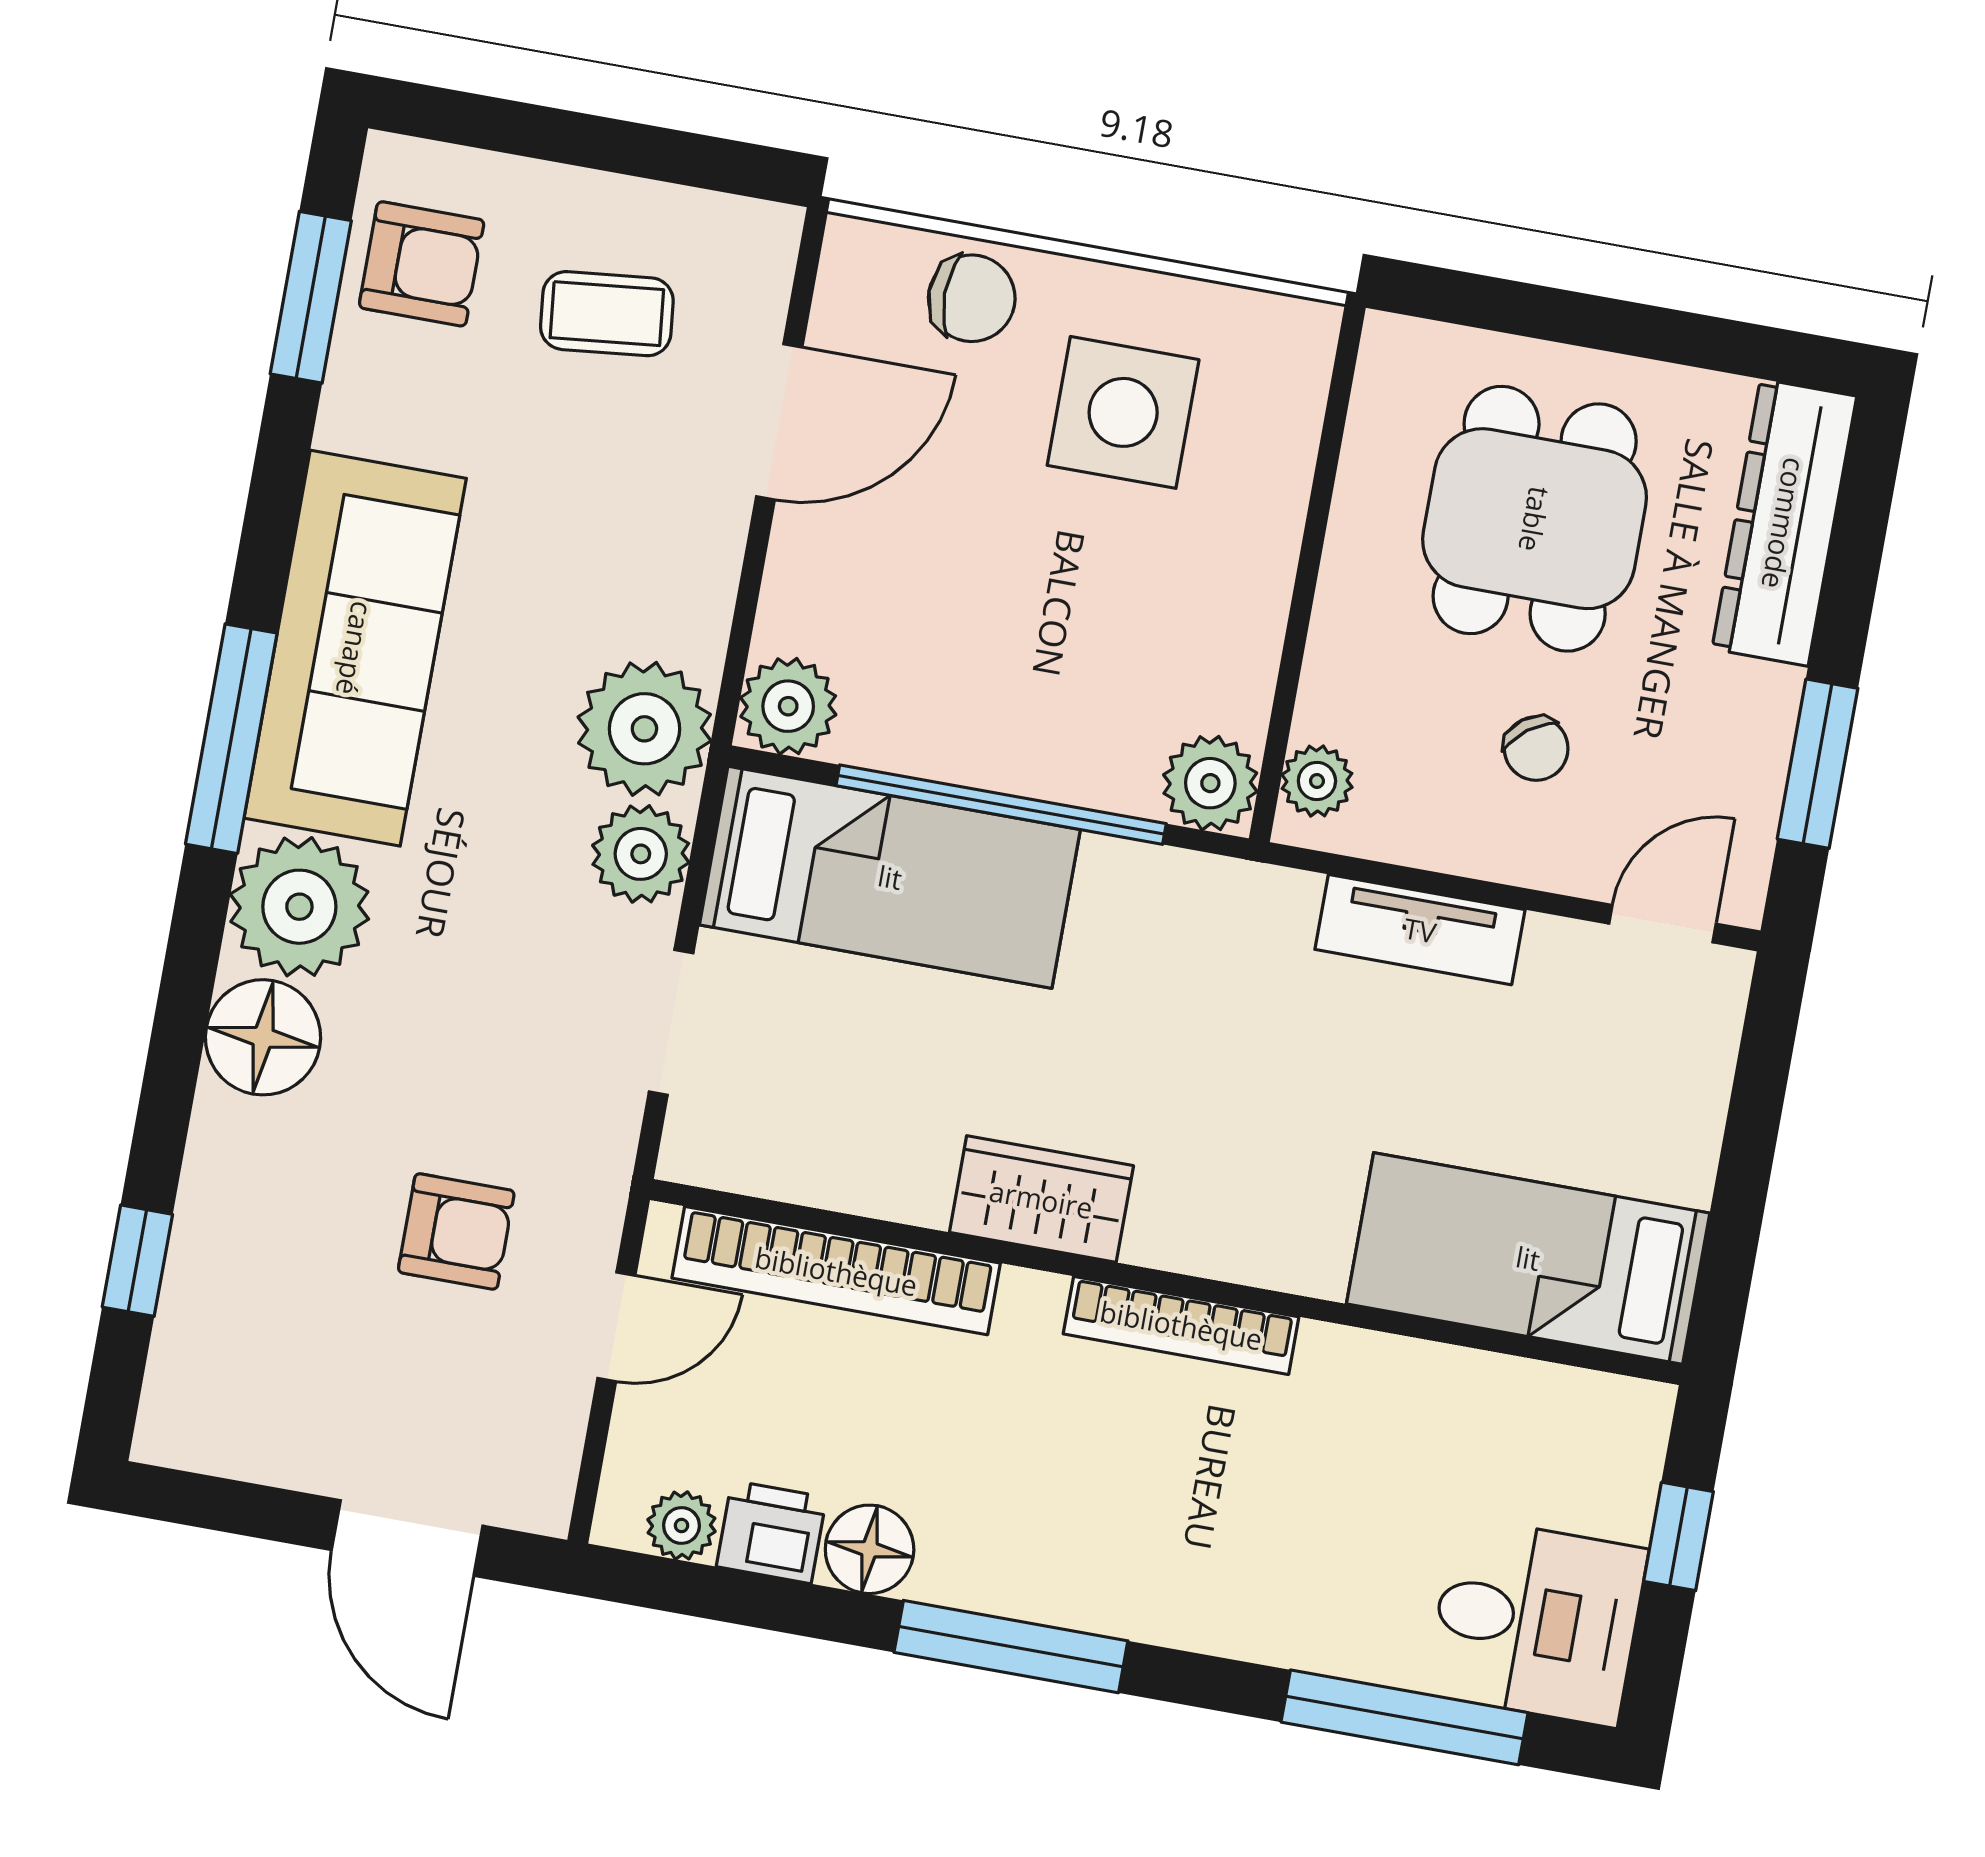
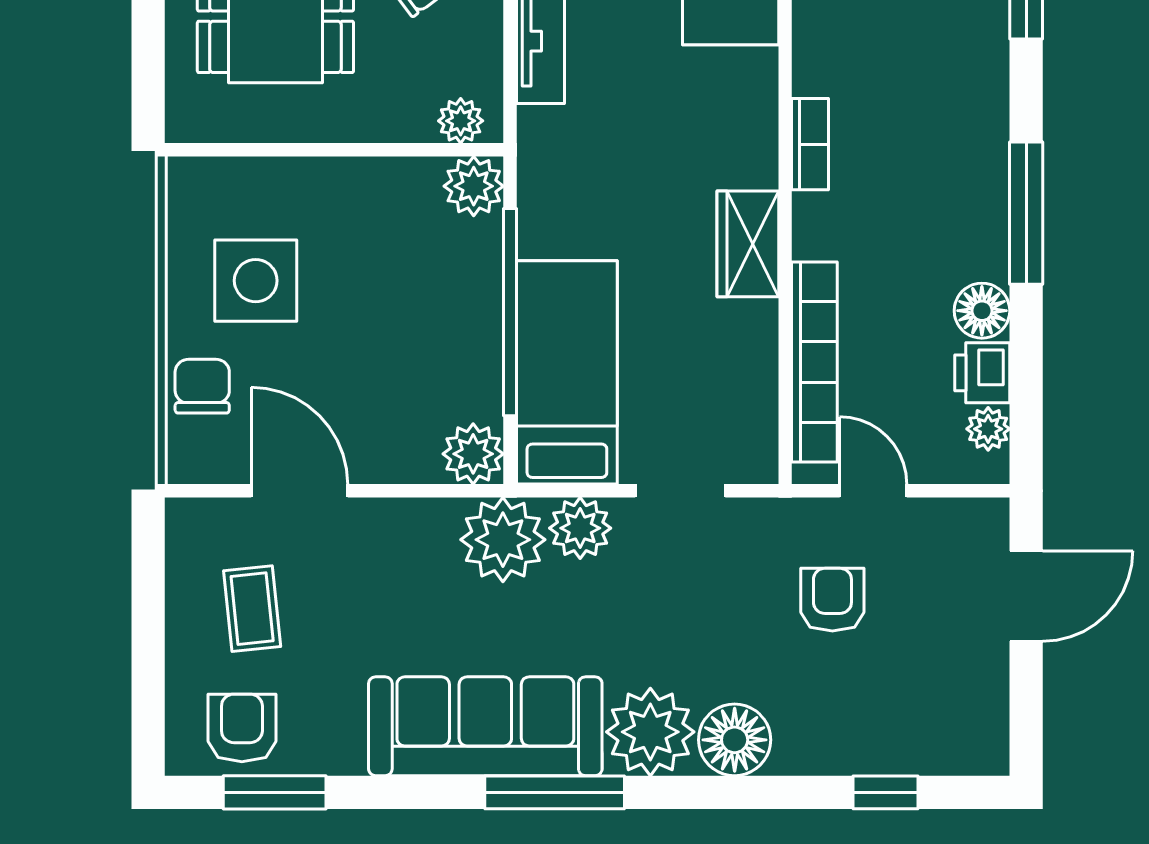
bookcase: (1181, 1325) -> (810, 144), width x0.64

